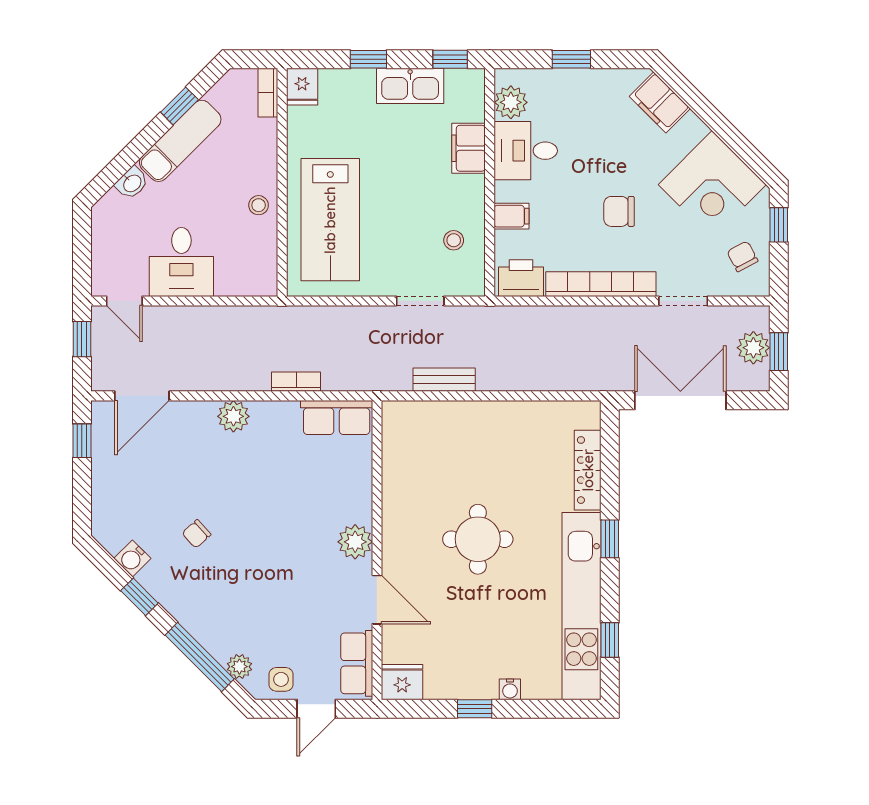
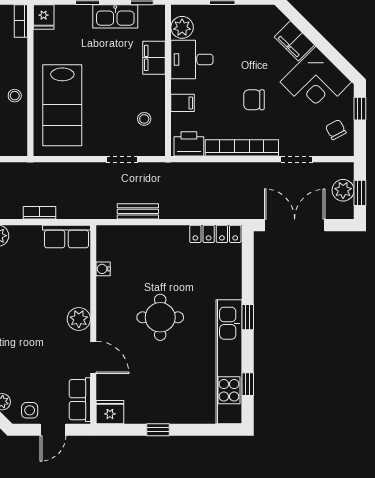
filing cabinet: (660, 102) -> (294, 41), moved
locker: (588, 470) -> (215, 234), moved, turned -90
water cooler: (510, 689) -> (103, 269), moved, turned 90

